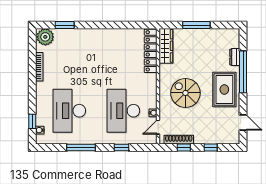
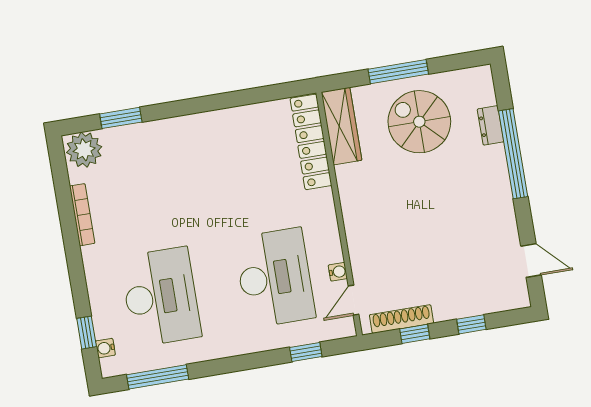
rug: (224, 89) -> (480, 197), removed
spiral stairs: (185, 93) -> (419, 122), moved
desk: (69, 111) -> (161, 297), turned 180
desk: (123, 111) -> (275, 278), turned 180
window: (81, 147) -> (158, 377), moved
window: (122, 147) -> (306, 352), moved

